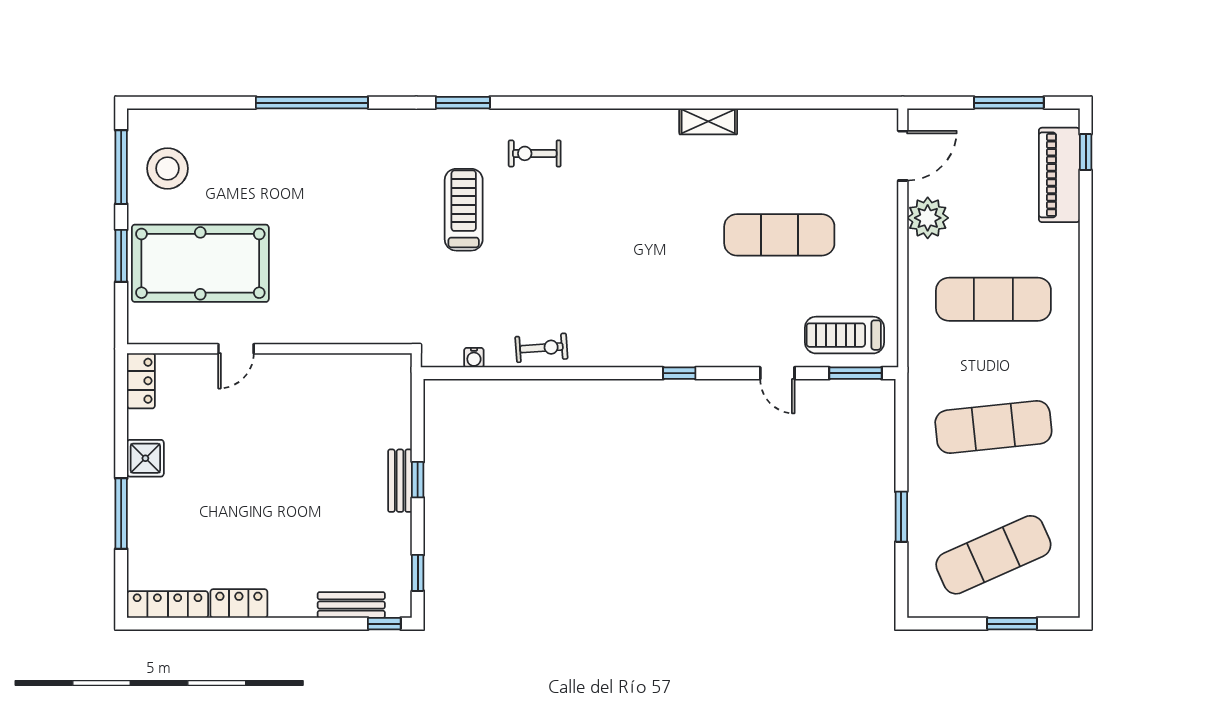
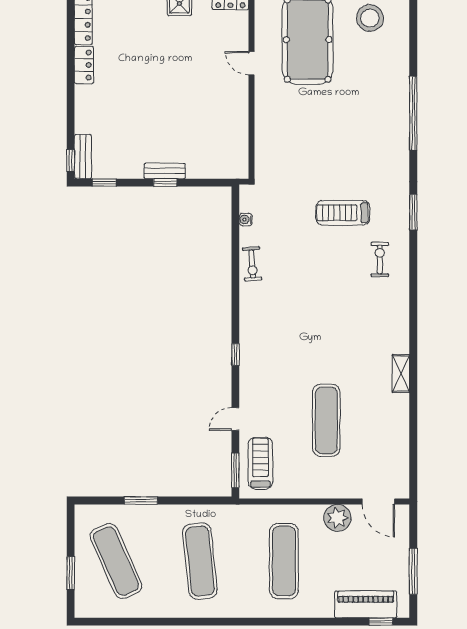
treadmill: (464, 210) -> (343, 213), turned 180
bench: (351, 605) -> (83, 157), moved

